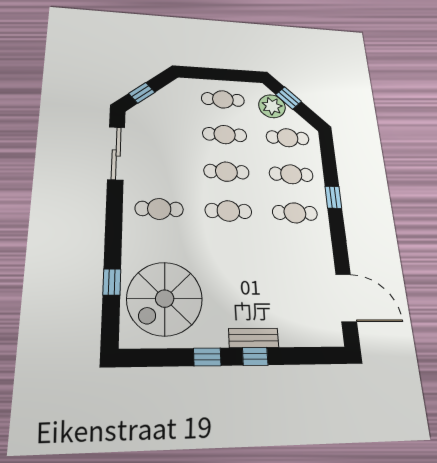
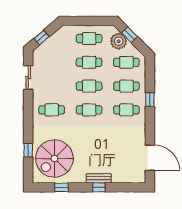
sliding door: (116, 153) -> (28, 77), width x0.73
window: (207, 357) -> (61, 187), moved

